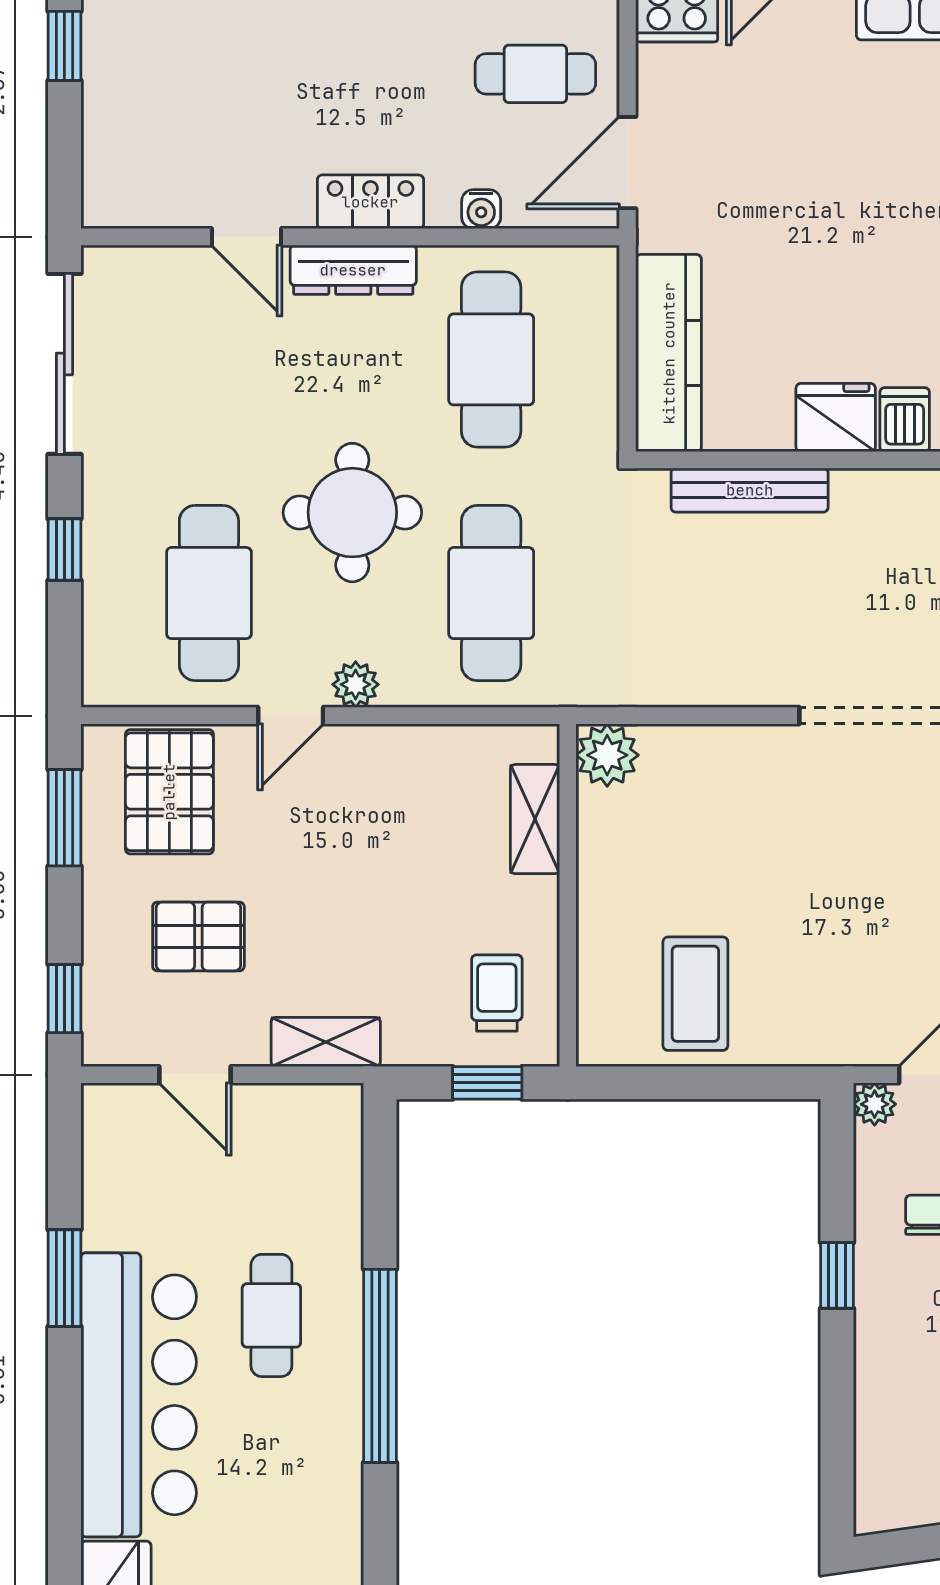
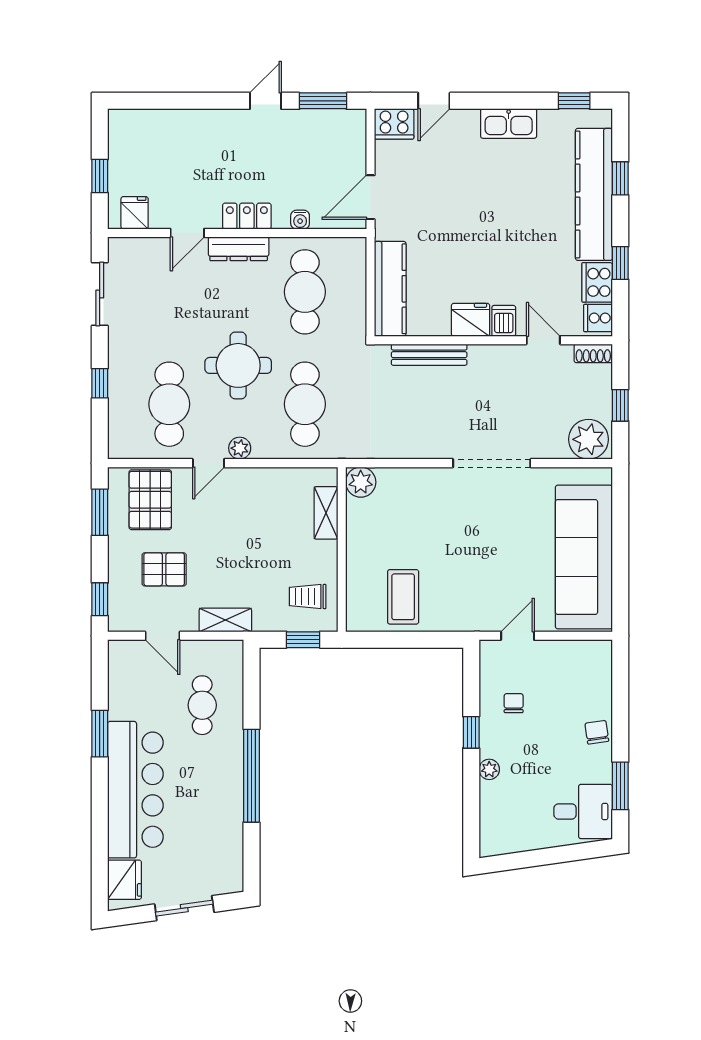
window: (64, 46) -> (100, 176), moved
cafe table: (535, 74) -> (326, 155), removed
fridge: (137, 195) -> (135, 213), added
door: (246, 237) -> (187, 233), hinge flipped
sliding door: (64, 364) -> (100, 294), width x0.73
trolley: (497, 993) -> (308, 596), turned -90
plant: (875, 1104) -> (489, 769), moved
cafe table: (271, 1315) -> (202, 705), moved

